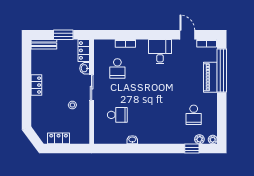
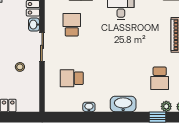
school desk: (117, 68) -> (72, 25), turned 180
school desk: (117, 115) -> (72, 78), turned 180
washbasin: (162, 137) -> (123, 104), added

